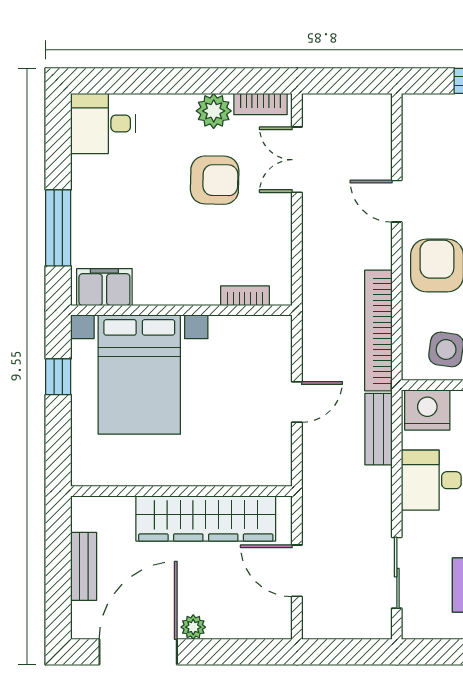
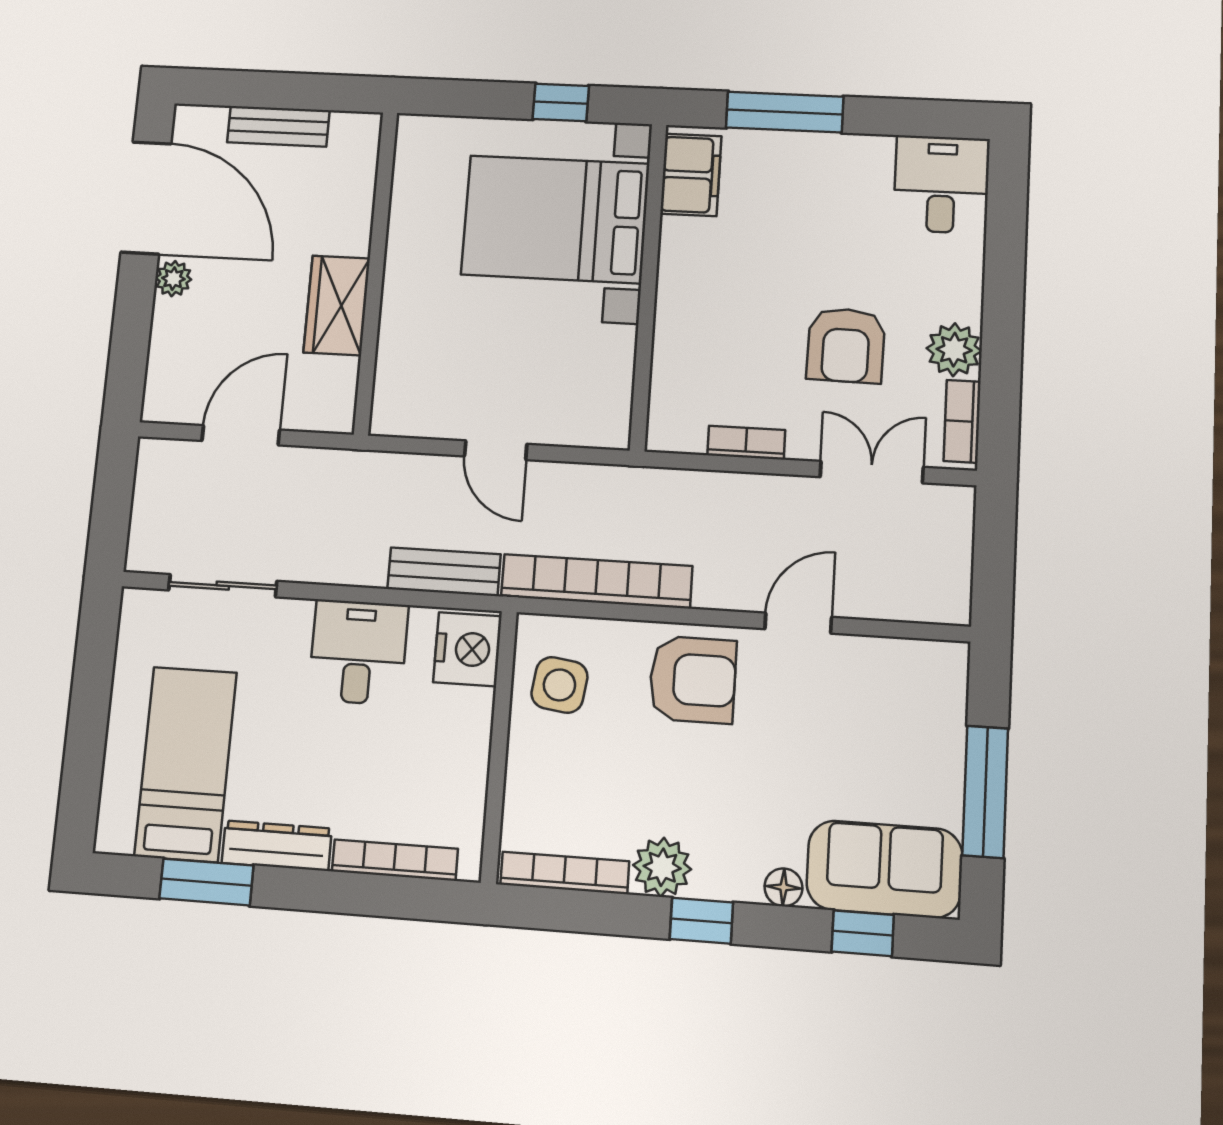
bookcase: (245, 296) -> (746, 443), moved, turned -90
wardrobe: (206, 518) -> (337, 305), width x0.48, depth x0.85

